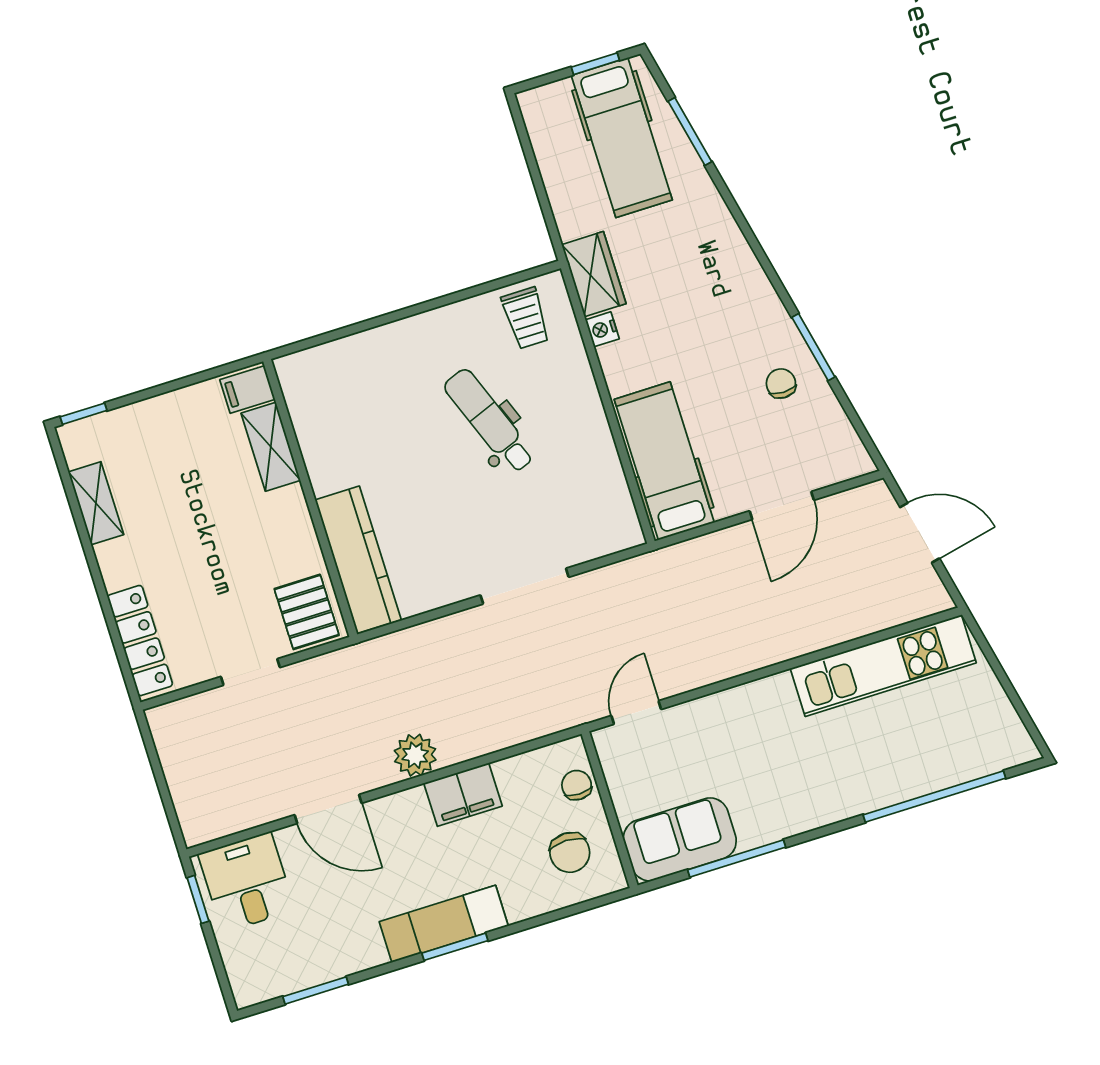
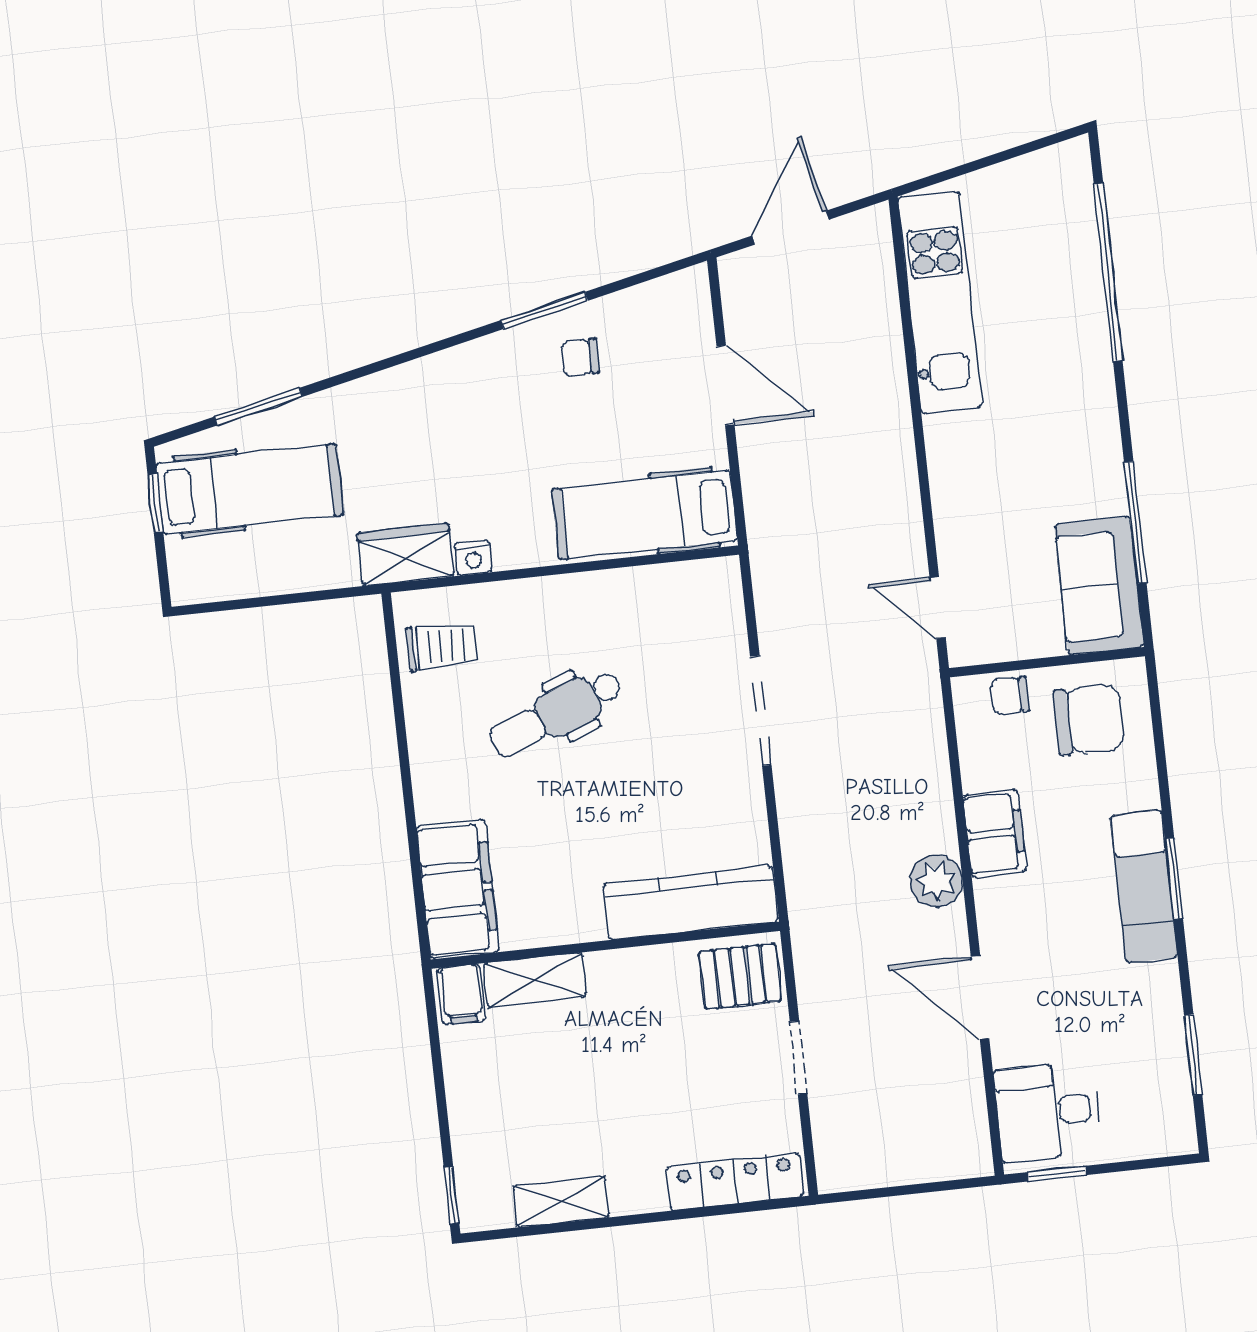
filing cabinet: (332, 370) -> (458, 889), added
door: (328, 809) -> (980, 997), swing flipped
chair: (570, 852) -> (1089, 720), width x1.37, depth x1.37

